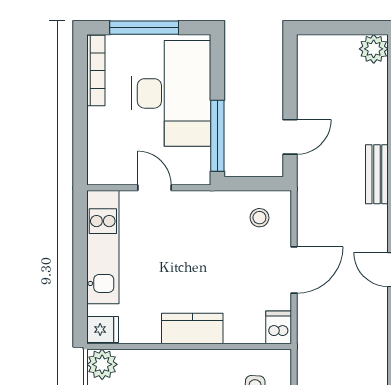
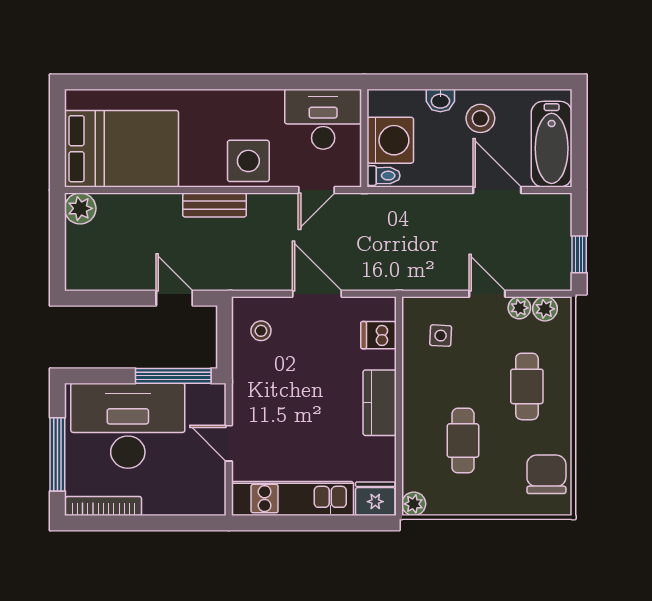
door: (154, 188) -> (229, 443), hinge flipped
dishwasher: (279, 327) -> (378, 335), moved
fridge: (103, 329) -> (375, 499), width x1.38
plant: (102, 364) -> (414, 504), width x0.73, depth x0.73

